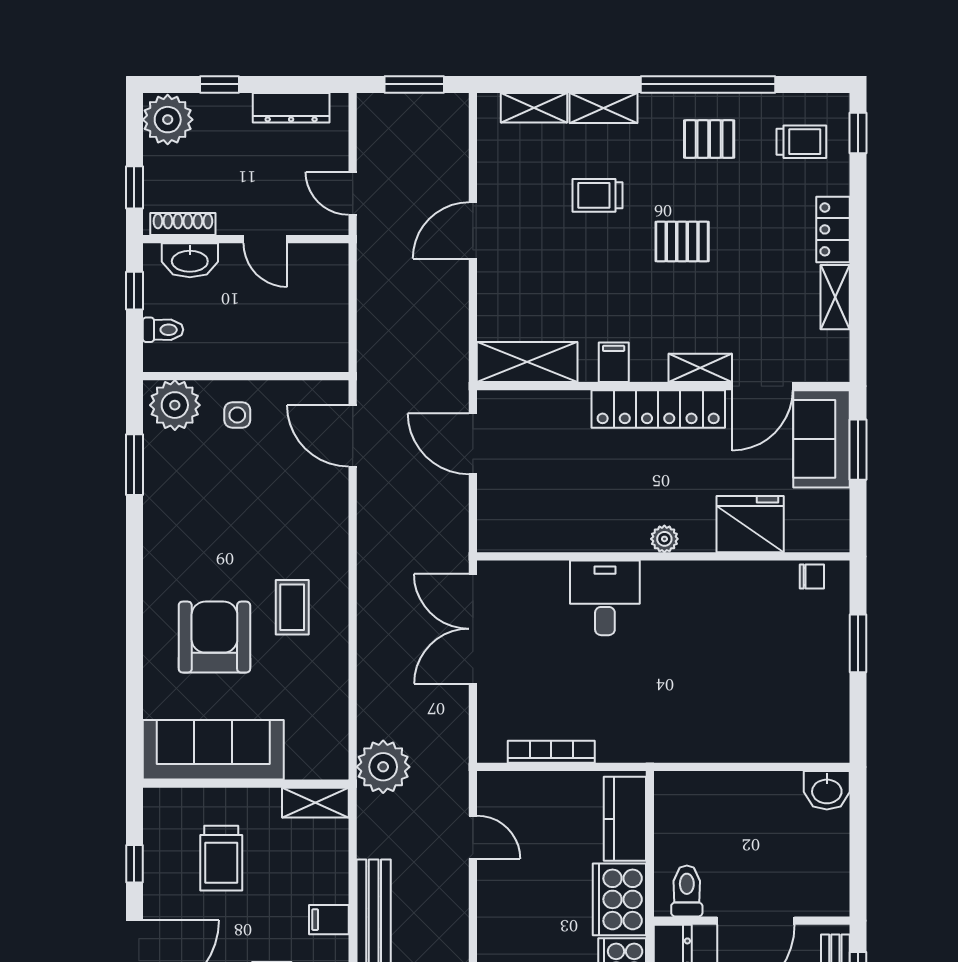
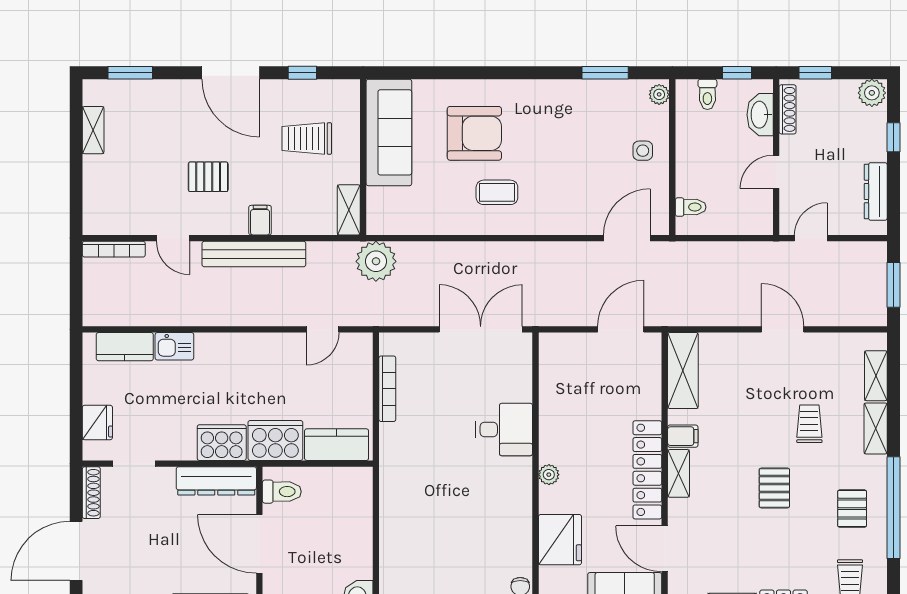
plant: (168, 120) -> (872, 93), width x0.73, depth x0.73
toilet: (312, 352) -> (691, 207), added
shelving: (700, 368) -> (679, 473), moved
plant: (175, 405) -> (659, 94), width x0.53, depth x0.53

